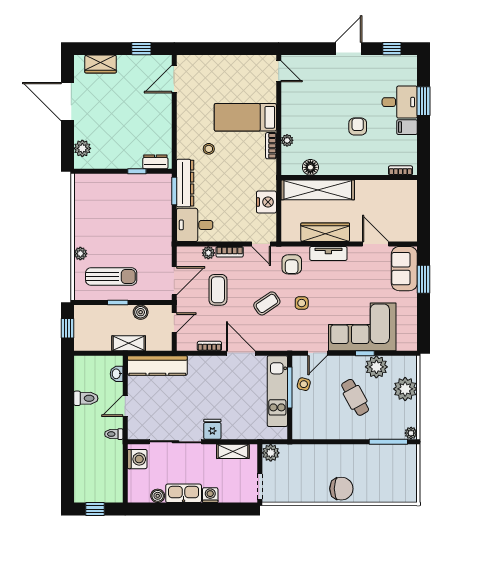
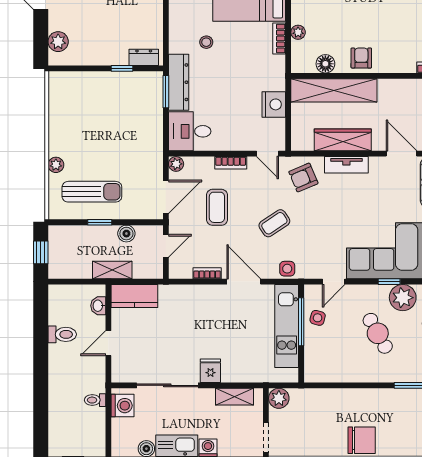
armchair: (358, 127) -> (361, 58), moved
plant: (208, 253) -> (176, 164), moved
armchair: (292, 264) -> (303, 178), turned 67
side table: (302, 303) -> (287, 269), moved
kitchen counter: (157, 366) -> (134, 296), width x0.67
toilet: (114, 434) -> (95, 400), moved

